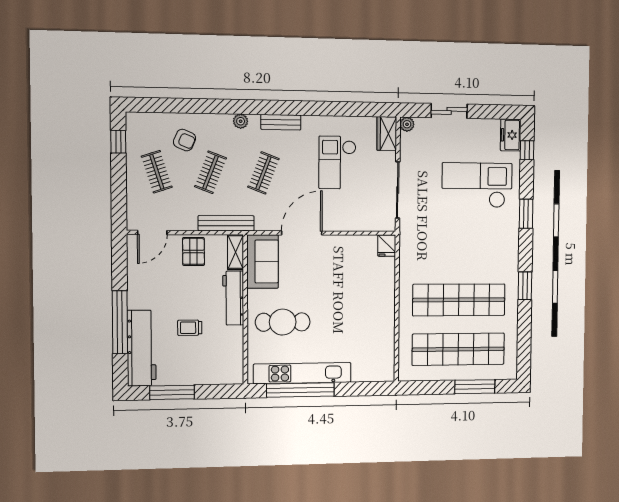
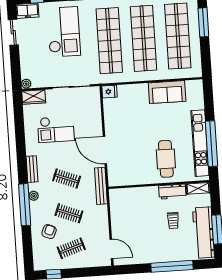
window: (228, 107) -> (25, 205), added
sliding door: (449, 111) -> (13, 32), moved
checkout: (477, 185) -> (64, 32), turned 180
bench: (226, 223) -> (101, 186), moved
shop shelf: (459, 250) -> (109, 41), added
pallet: (194, 252) -> (122, 221), removed
shelving: (236, 252) -> (198, 188), moved
sofa: (263, 262) -> (167, 92), moved, turned 180
workbench: (233, 298) -> (172, 192), moved, width x0.73
workbench: (141, 348) -> (203, 233), moved, turned -90

